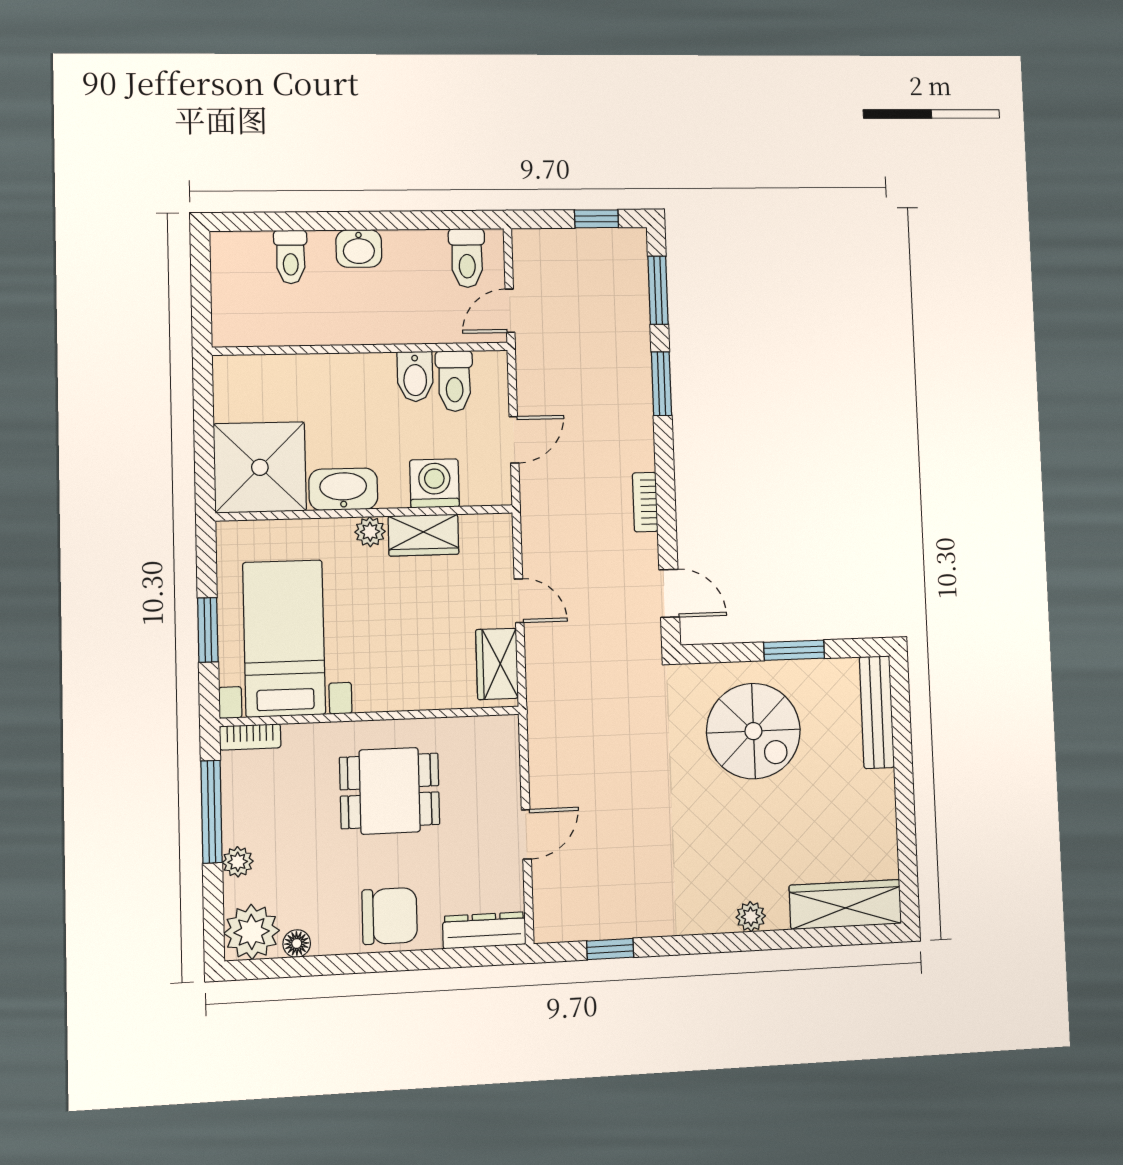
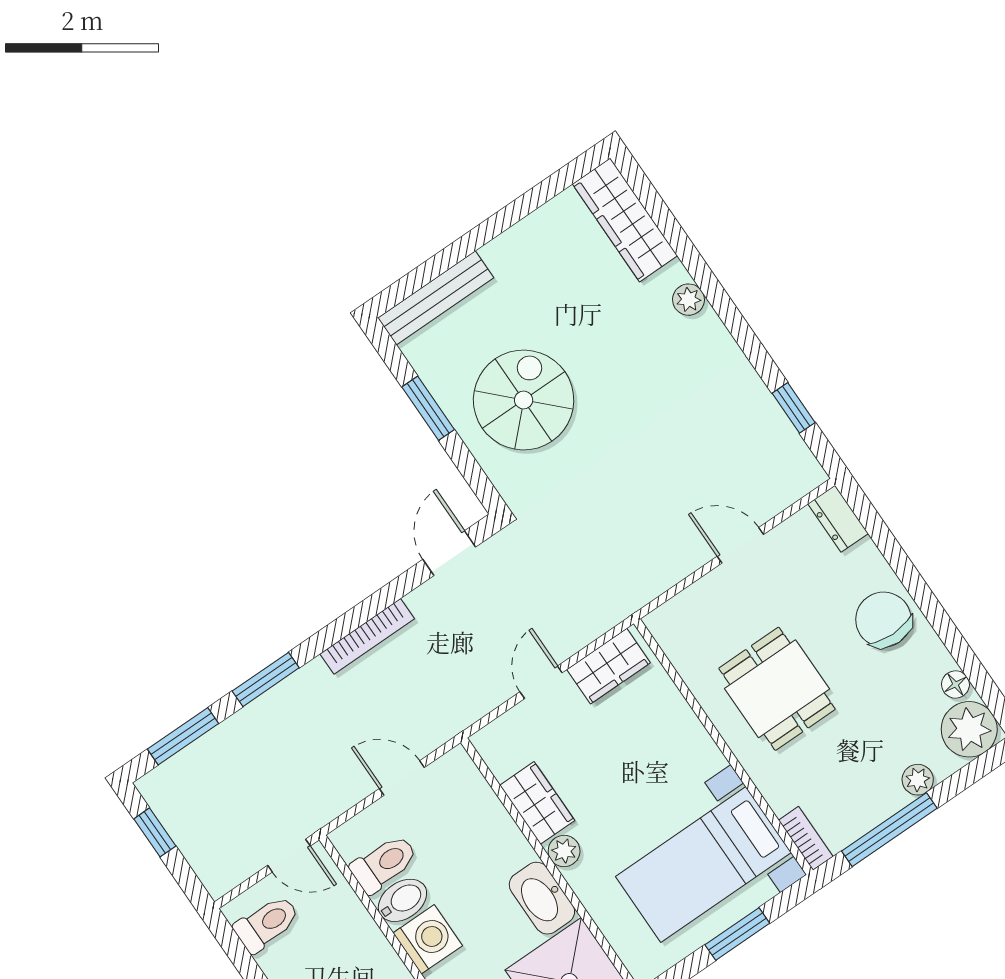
washing machine: (434, 483) -> (428, 939), moved, turned 180
bookcase: (645, 502) -> (367, 636), width x1.56
dresser: (484, 930) -> (838, 519), width x0.70

